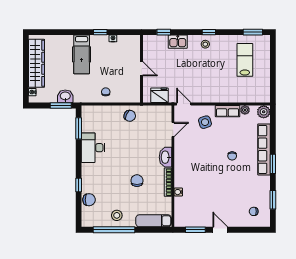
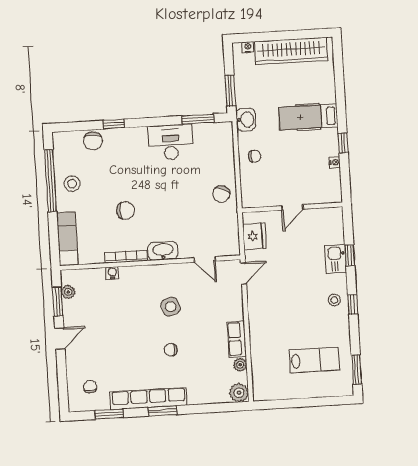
window: (164, 32) -> (350, 255), moved
washbasin: (65, 96) -> (246, 119), moved
side table: (205, 122) -> (171, 307), moved
row of seats: (264, 149) -> (148, 399), moved
plant: (189, 222) -> (68, 292), added

